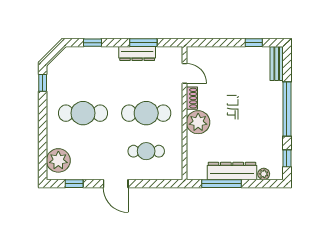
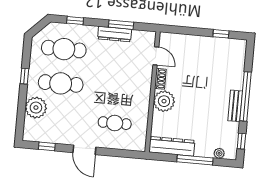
bench: (277, 64) -> (235, 106), moved
window: (43, 83) -> (24, 76), moved
cafe table: (146, 113) -> (64, 49), moved
plant: (58, 160) -> (36, 108), moved
dresser: (232, 171) -> (172, 146), moved
window: (222, 184) -> (195, 160), moved

